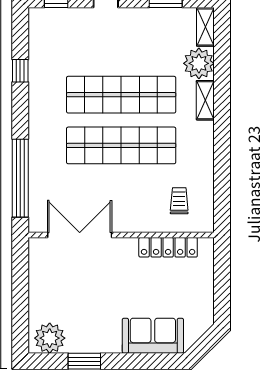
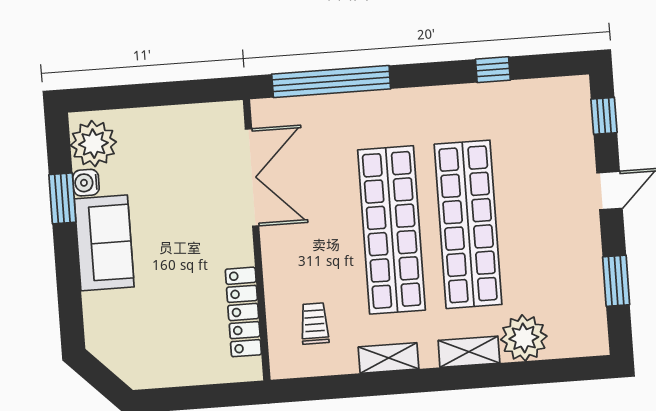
shelving: (205, 27) -> (388, 358), moved
trolley: (179, 201) -> (315, 324), turned -90
sofa: (153, 336) -> (104, 243), moved
water cooler: (75, 345) -> (86, 183), added

